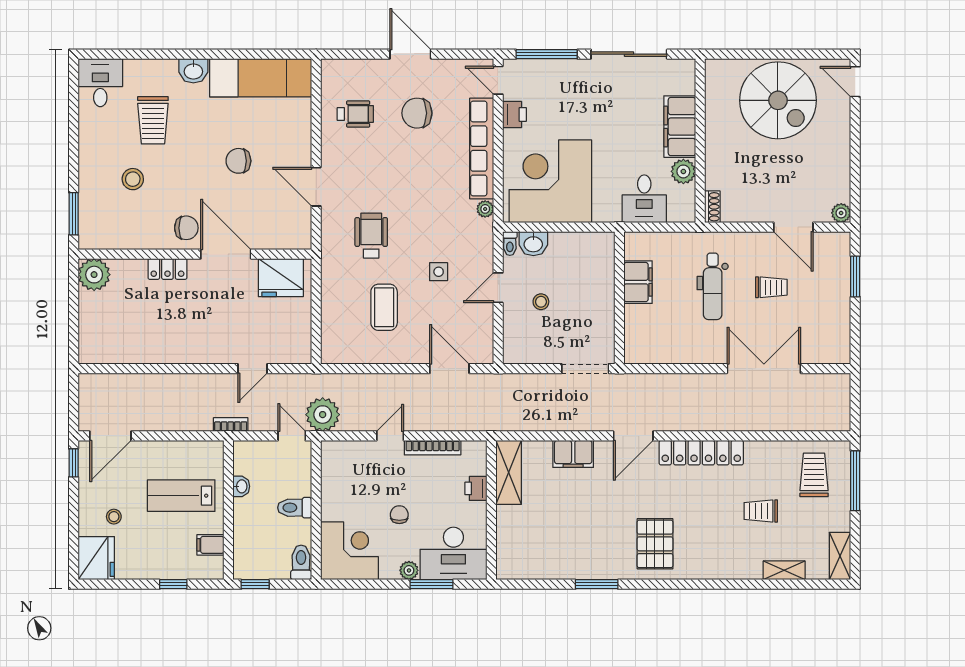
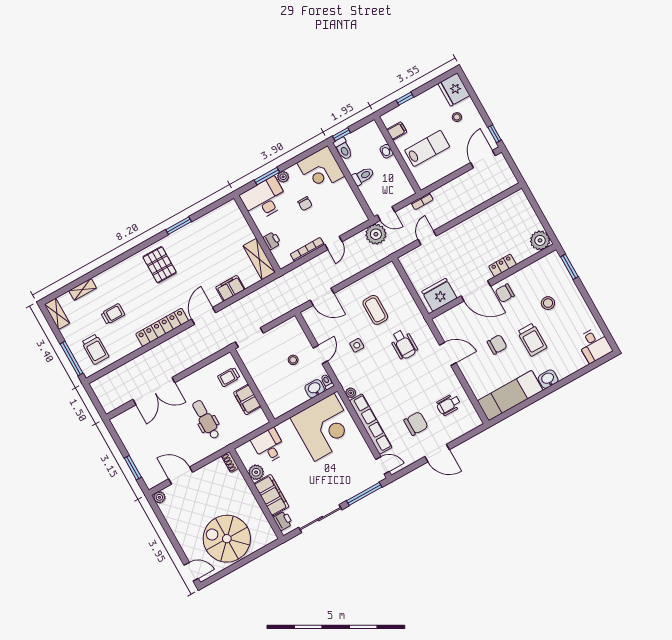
printer: (514, 114) -> (283, 521), moved, turned 180
trolley: (153, 120) -> (532, 340), moved, turned 180
trolley: (771, 287) -> (229, 377), moved
washbasin: (241, 486) -> (386, 151), moved
window: (255, 584) -> (341, 134), moved

